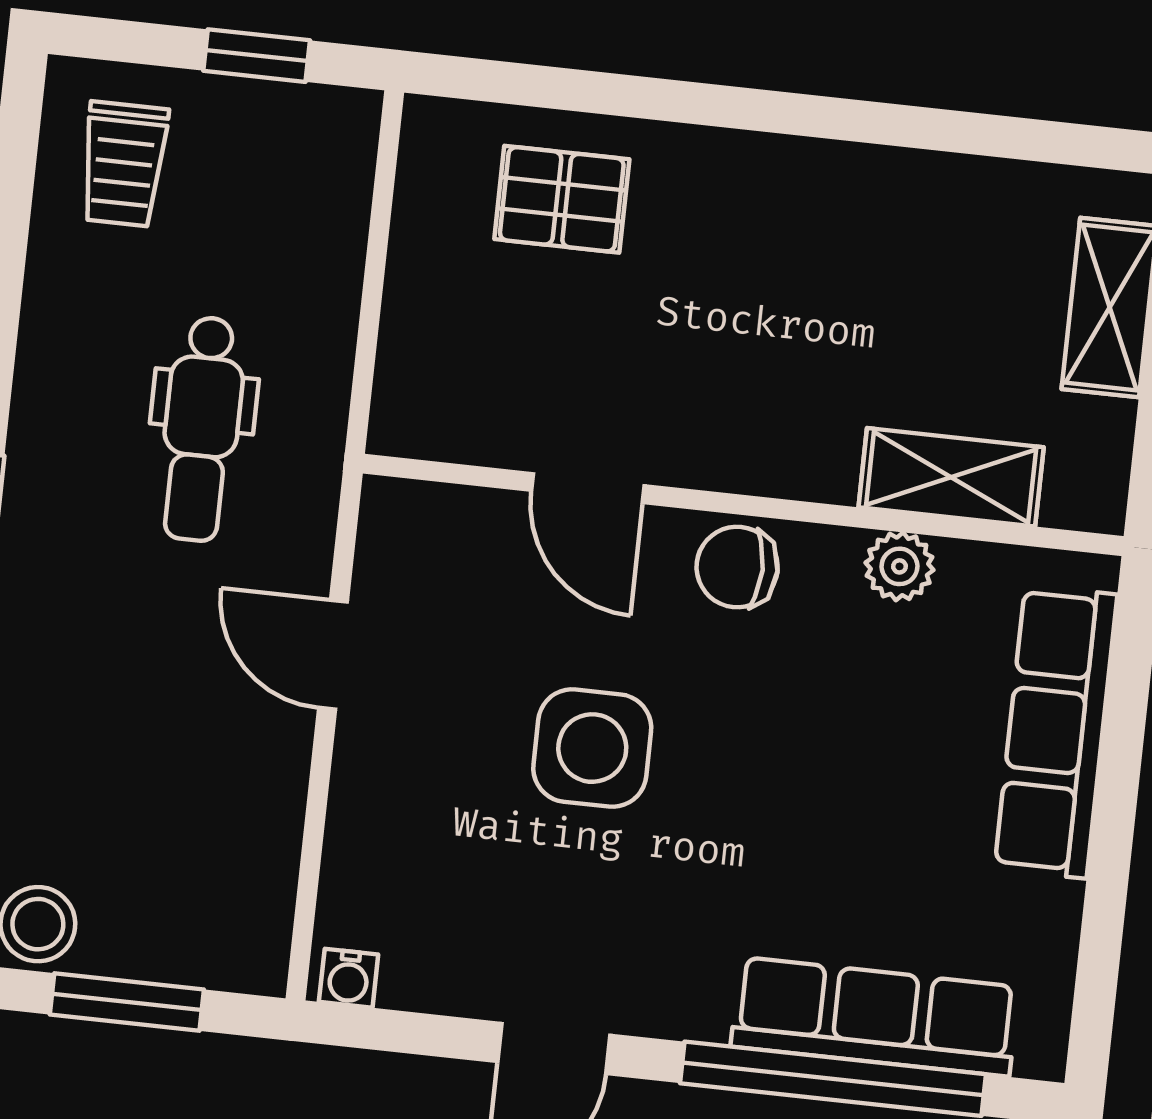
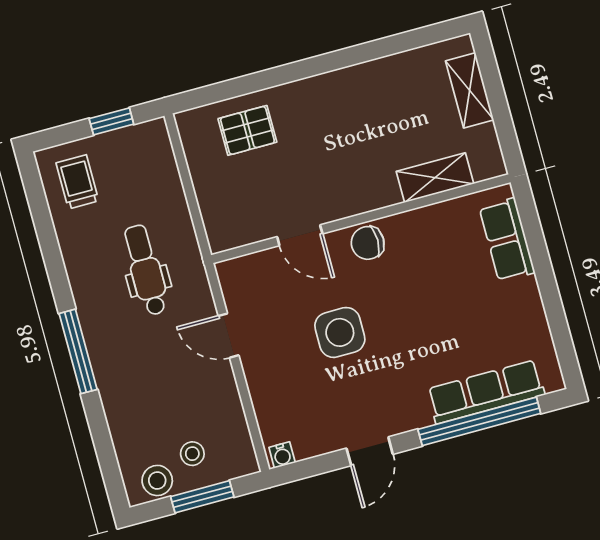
trolley: (124, 164) -> (77, 182), turned 180
dental chair: (201, 429) -> (146, 270), turned 180
plant: (899, 566) -> (429, 219), removed
row of seats: (1056, 732) -> (507, 240), width x0.68
stool: (143, 894) -> (192, 454), added

